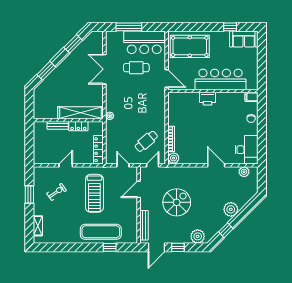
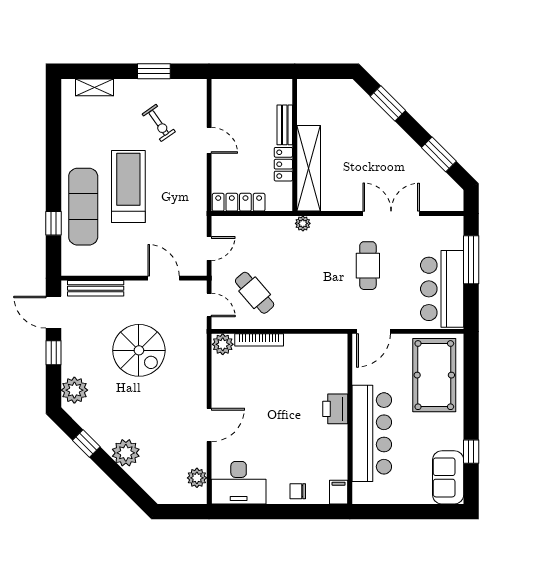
cafe table: (136, 68) -> (368, 266), moved
treadmill: (94, 193) -> (128, 187), moved, turned 90

